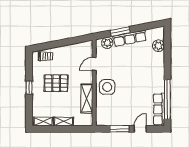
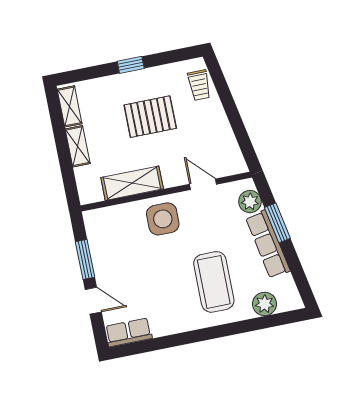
coffee table: (143, 68) -> (214, 282), added
pallet: (56, 83) -> (150, 117), turned 90
window: (167, 99) -> (162, 343), removed
row of seats: (159, 109) -> (129, 332), width x0.68

